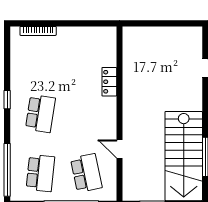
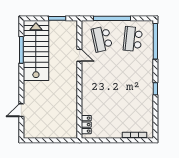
locker: (109, 82) -> (86, 125), moved
school desk: (40, 114) -> (133, 79), removed

